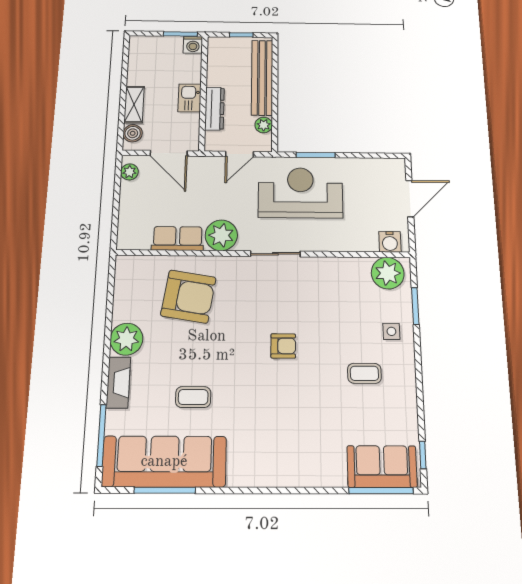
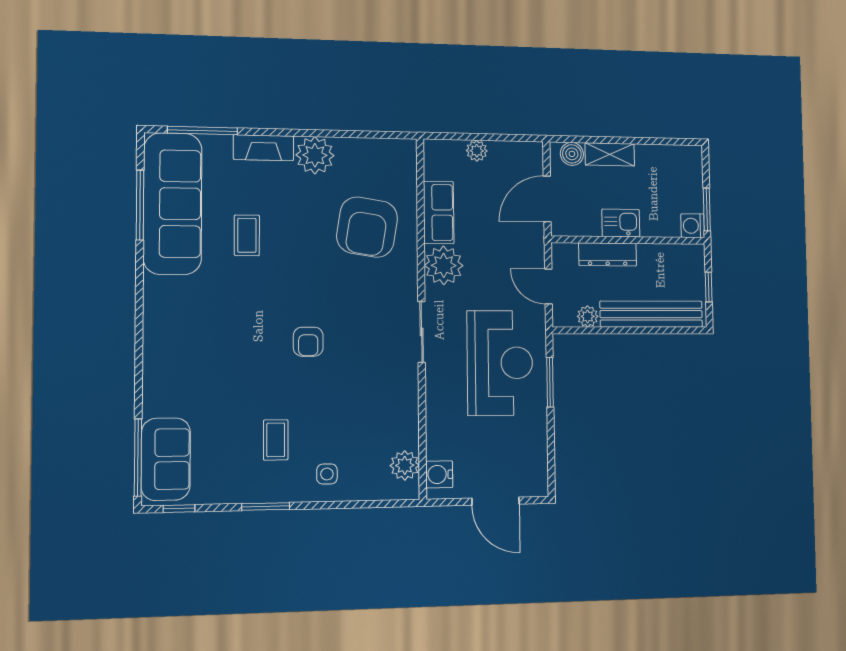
plant: (129, 172) -> (477, 151), moved
plant: (388, 273) -> (405, 465), width x0.73, depth x0.73
window: (415, 306) -> (266, 506), moved

